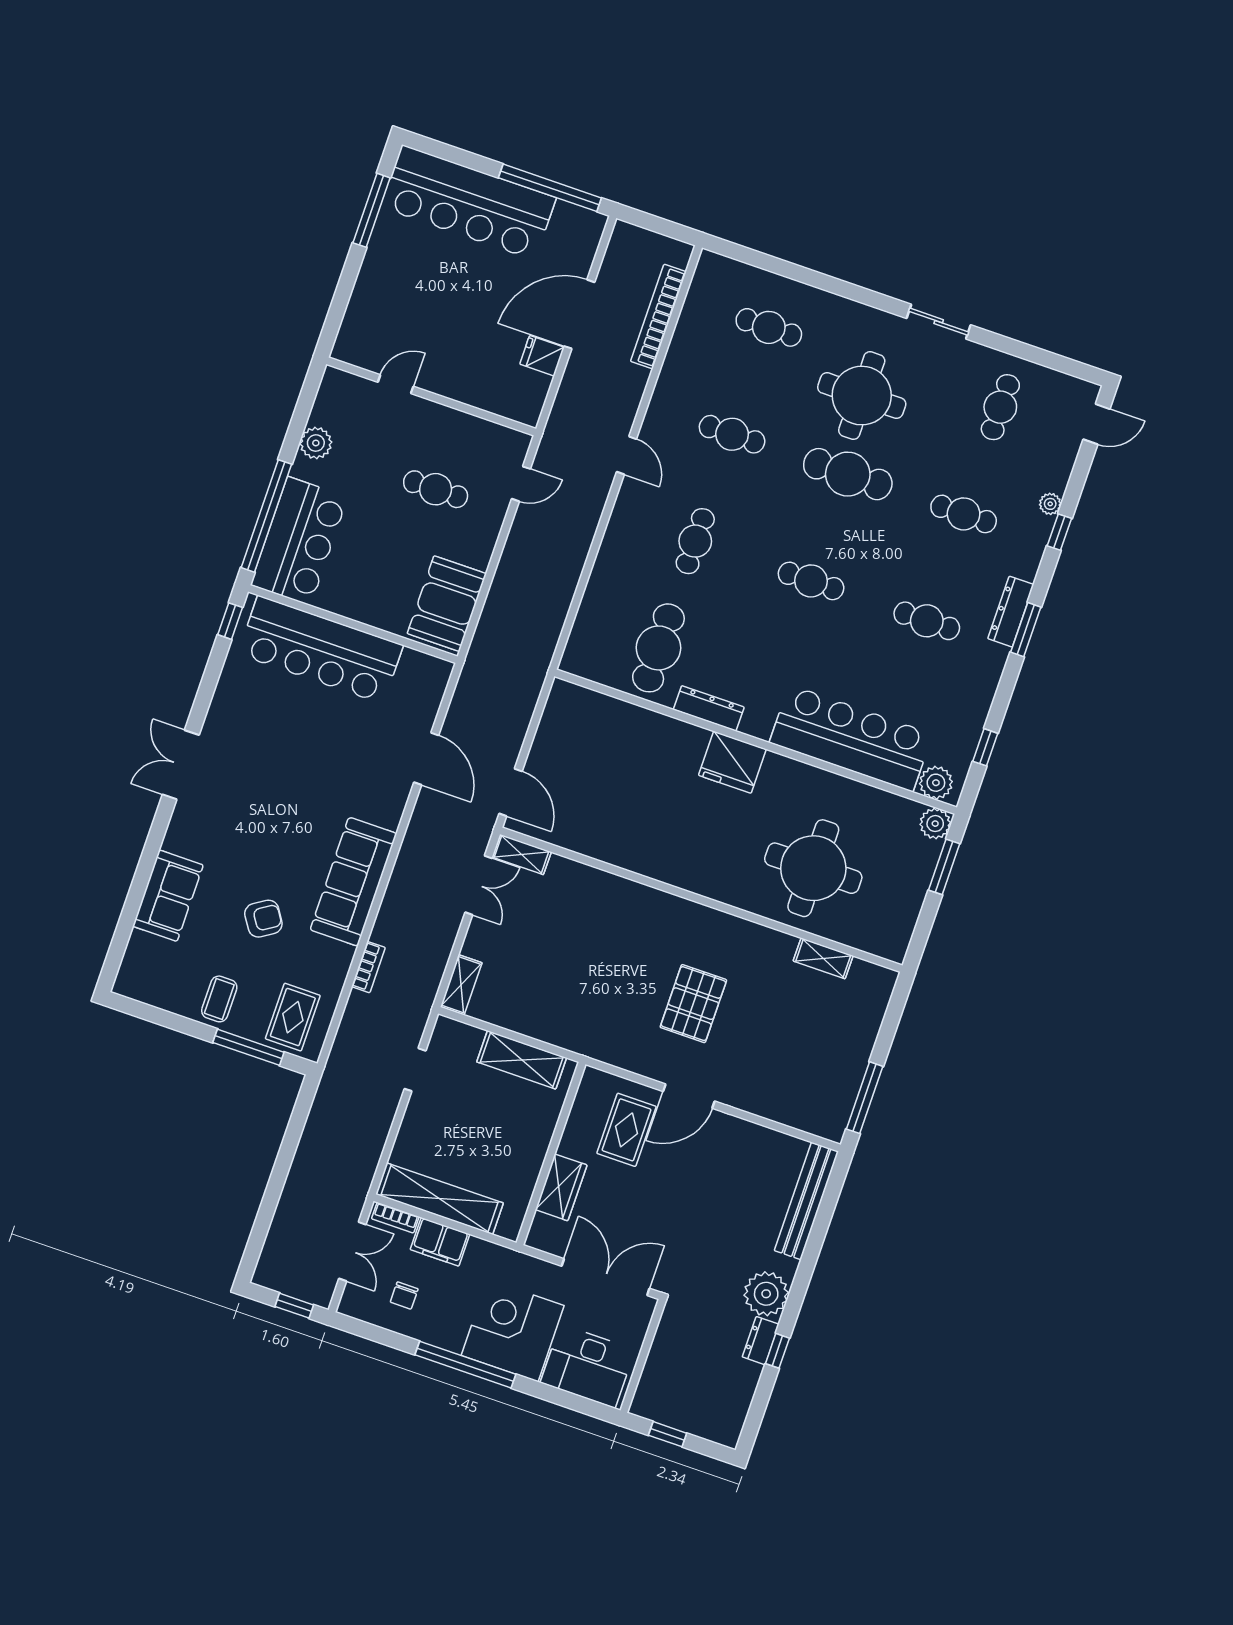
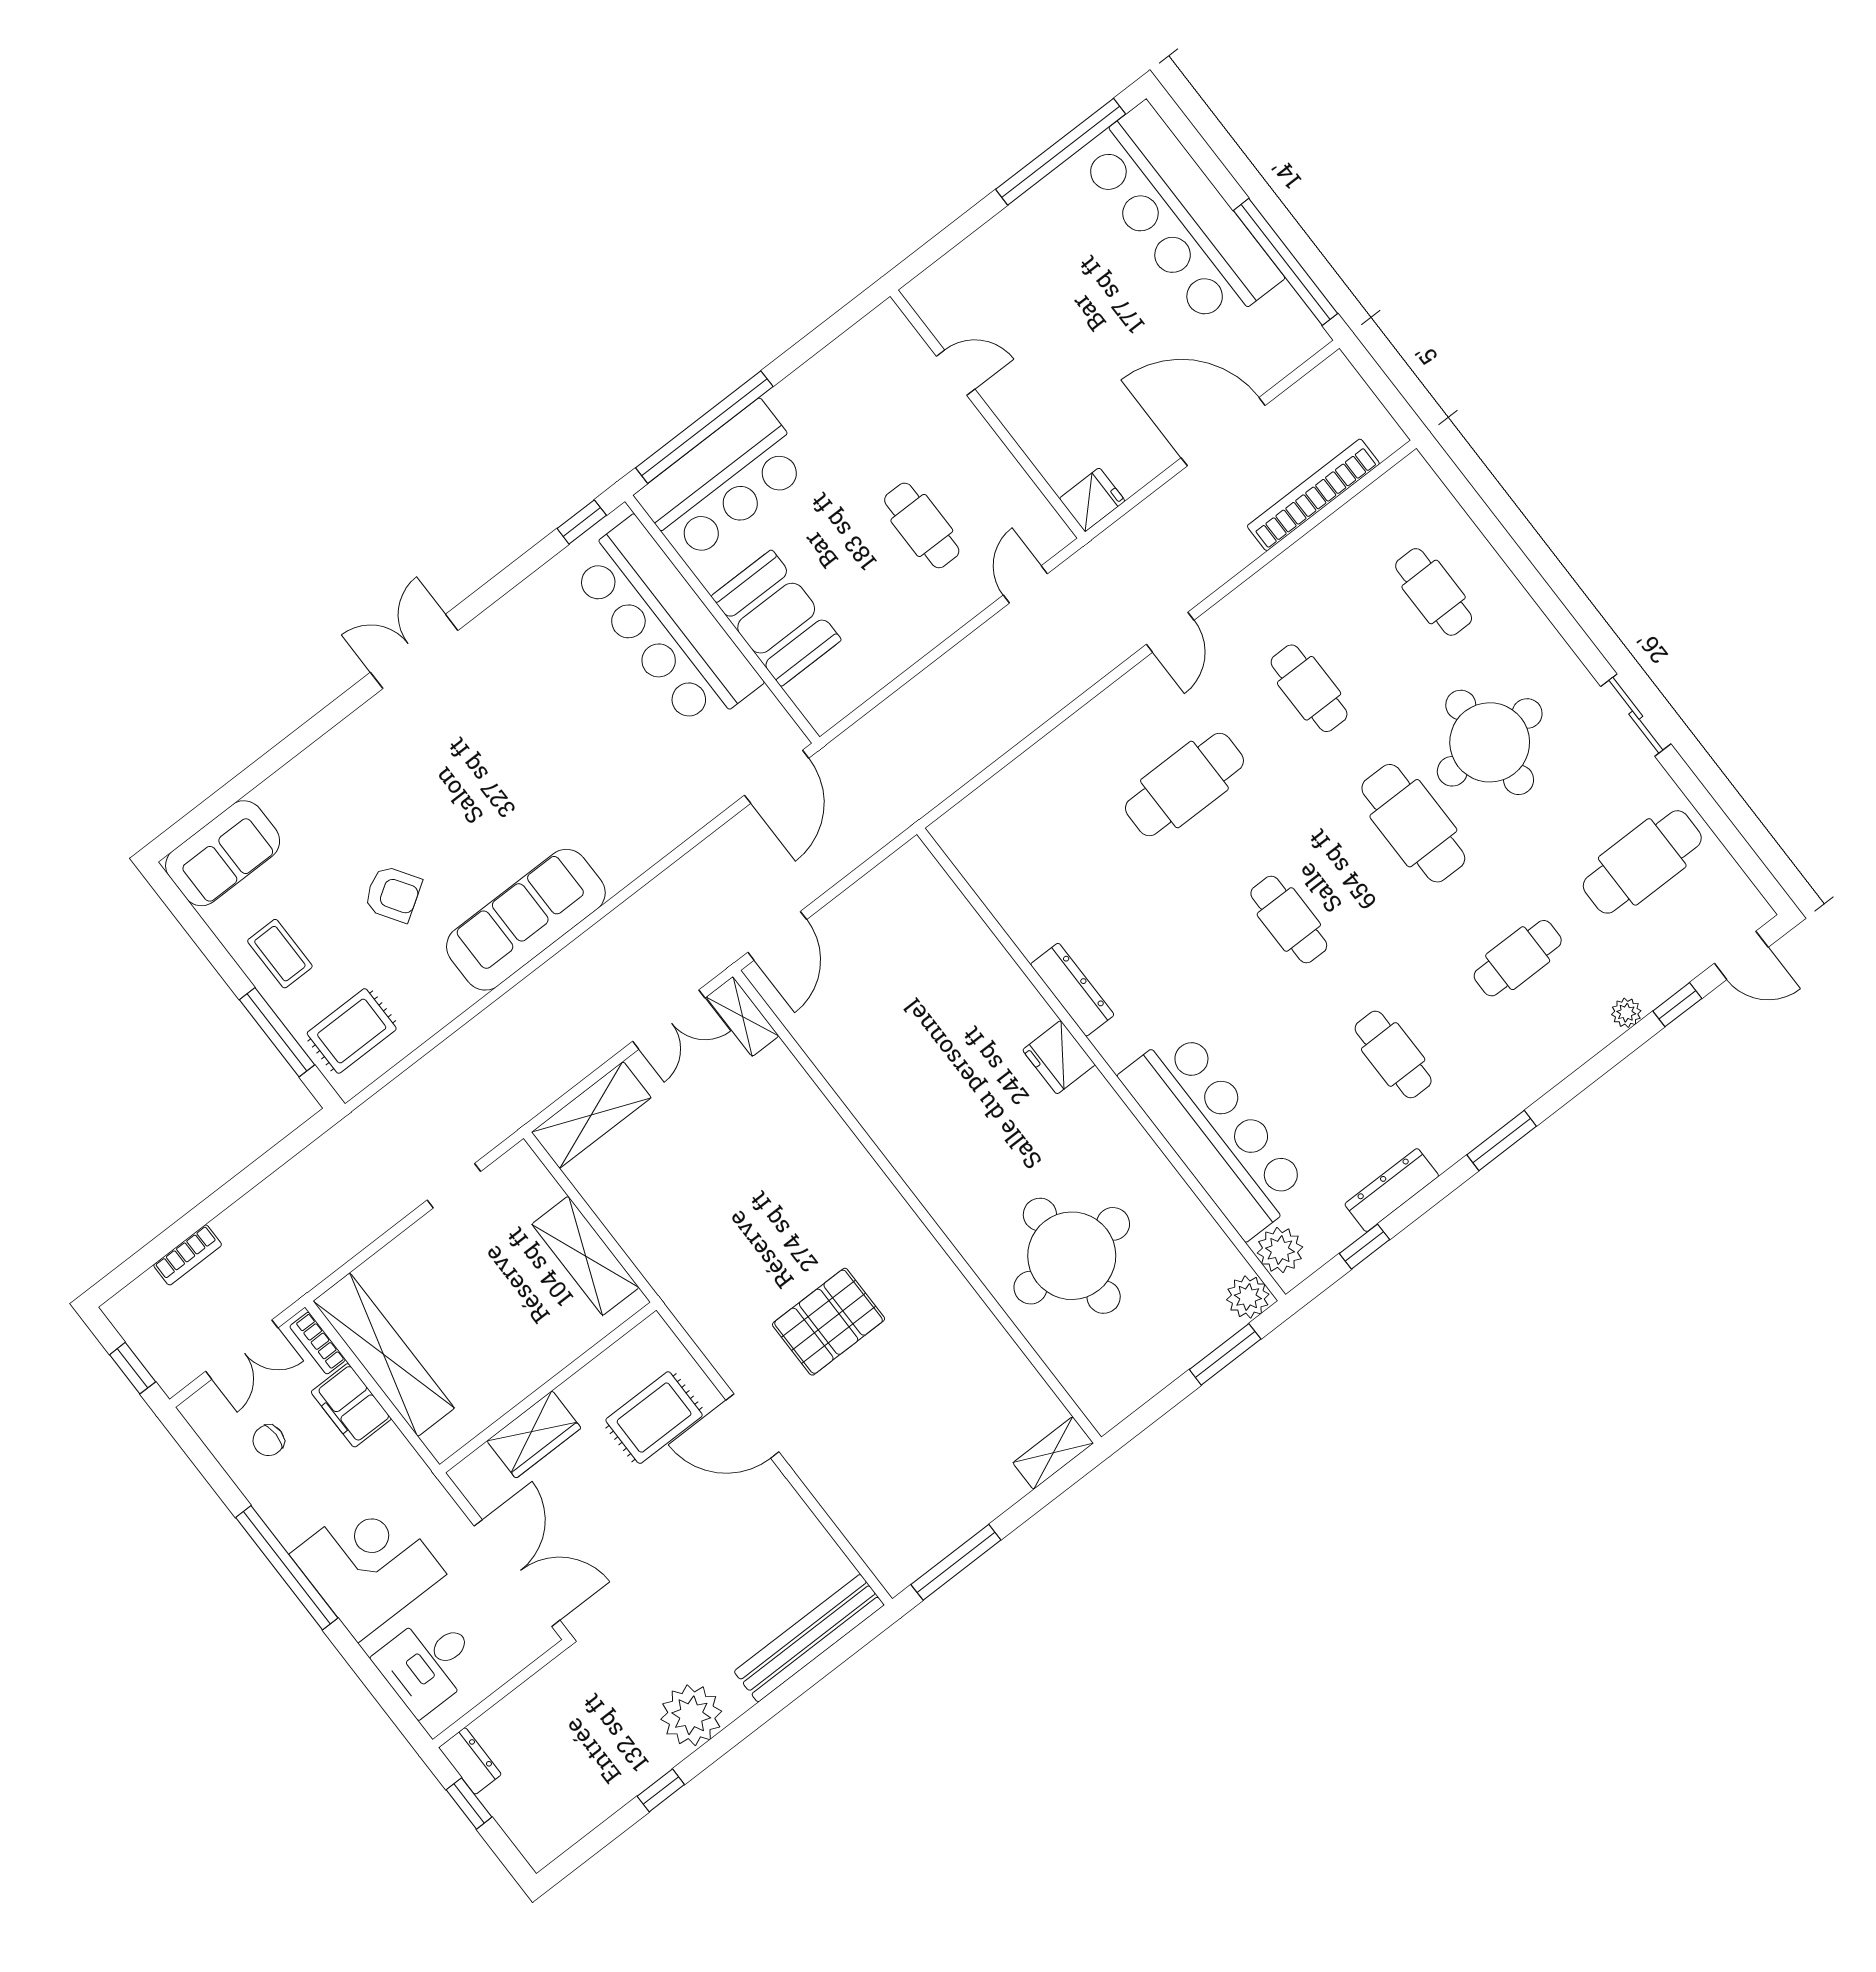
window: (372, 210) -> (1061, 152), width x1.46
fridge: (542, 356) -> (1092, 500), moved, turned 90
cafe table: (1000, 407) -> (1642, 862), width x1.37, depth x1.35
plant: (316, 443) -> (818, 380), removed
door: (521, 484) -> (1025, 584), swing flipped
cafe table: (964, 514) -> (1518, 958), turned 90
window: (1059, 532) -> (1677, 1005), moved
cafe table: (695, 541) -> (1184, 785), width x1.37, depth x1.35
booth: (447, 604) -> (776, 618), moved, turned 90
dresser: (1011, 612) -> (1392, 1190), moved
cafe table: (658, 648) -> (1060, 881), removed
door: (426, 759) -> (777, 777), moved
fridge: (732, 762) -> (1059, 1057), width x0.73, depth x0.75
sofa: (168, 896) -> (223, 853), moved
shelving: (823, 958) -> (1053, 1453), moved, turned 90
bookcase: (368, 967) -> (188, 1255), moved
shelving: (461, 985) -> (591, 1115), width x1.50, depth x1.33
coffee table: (219, 999) -> (280, 954), turned 90
dresser: (761, 1341) -> (470, 1761), moved, turned 90
desk: (588, 1366) -> (428, 1663), width x0.73

